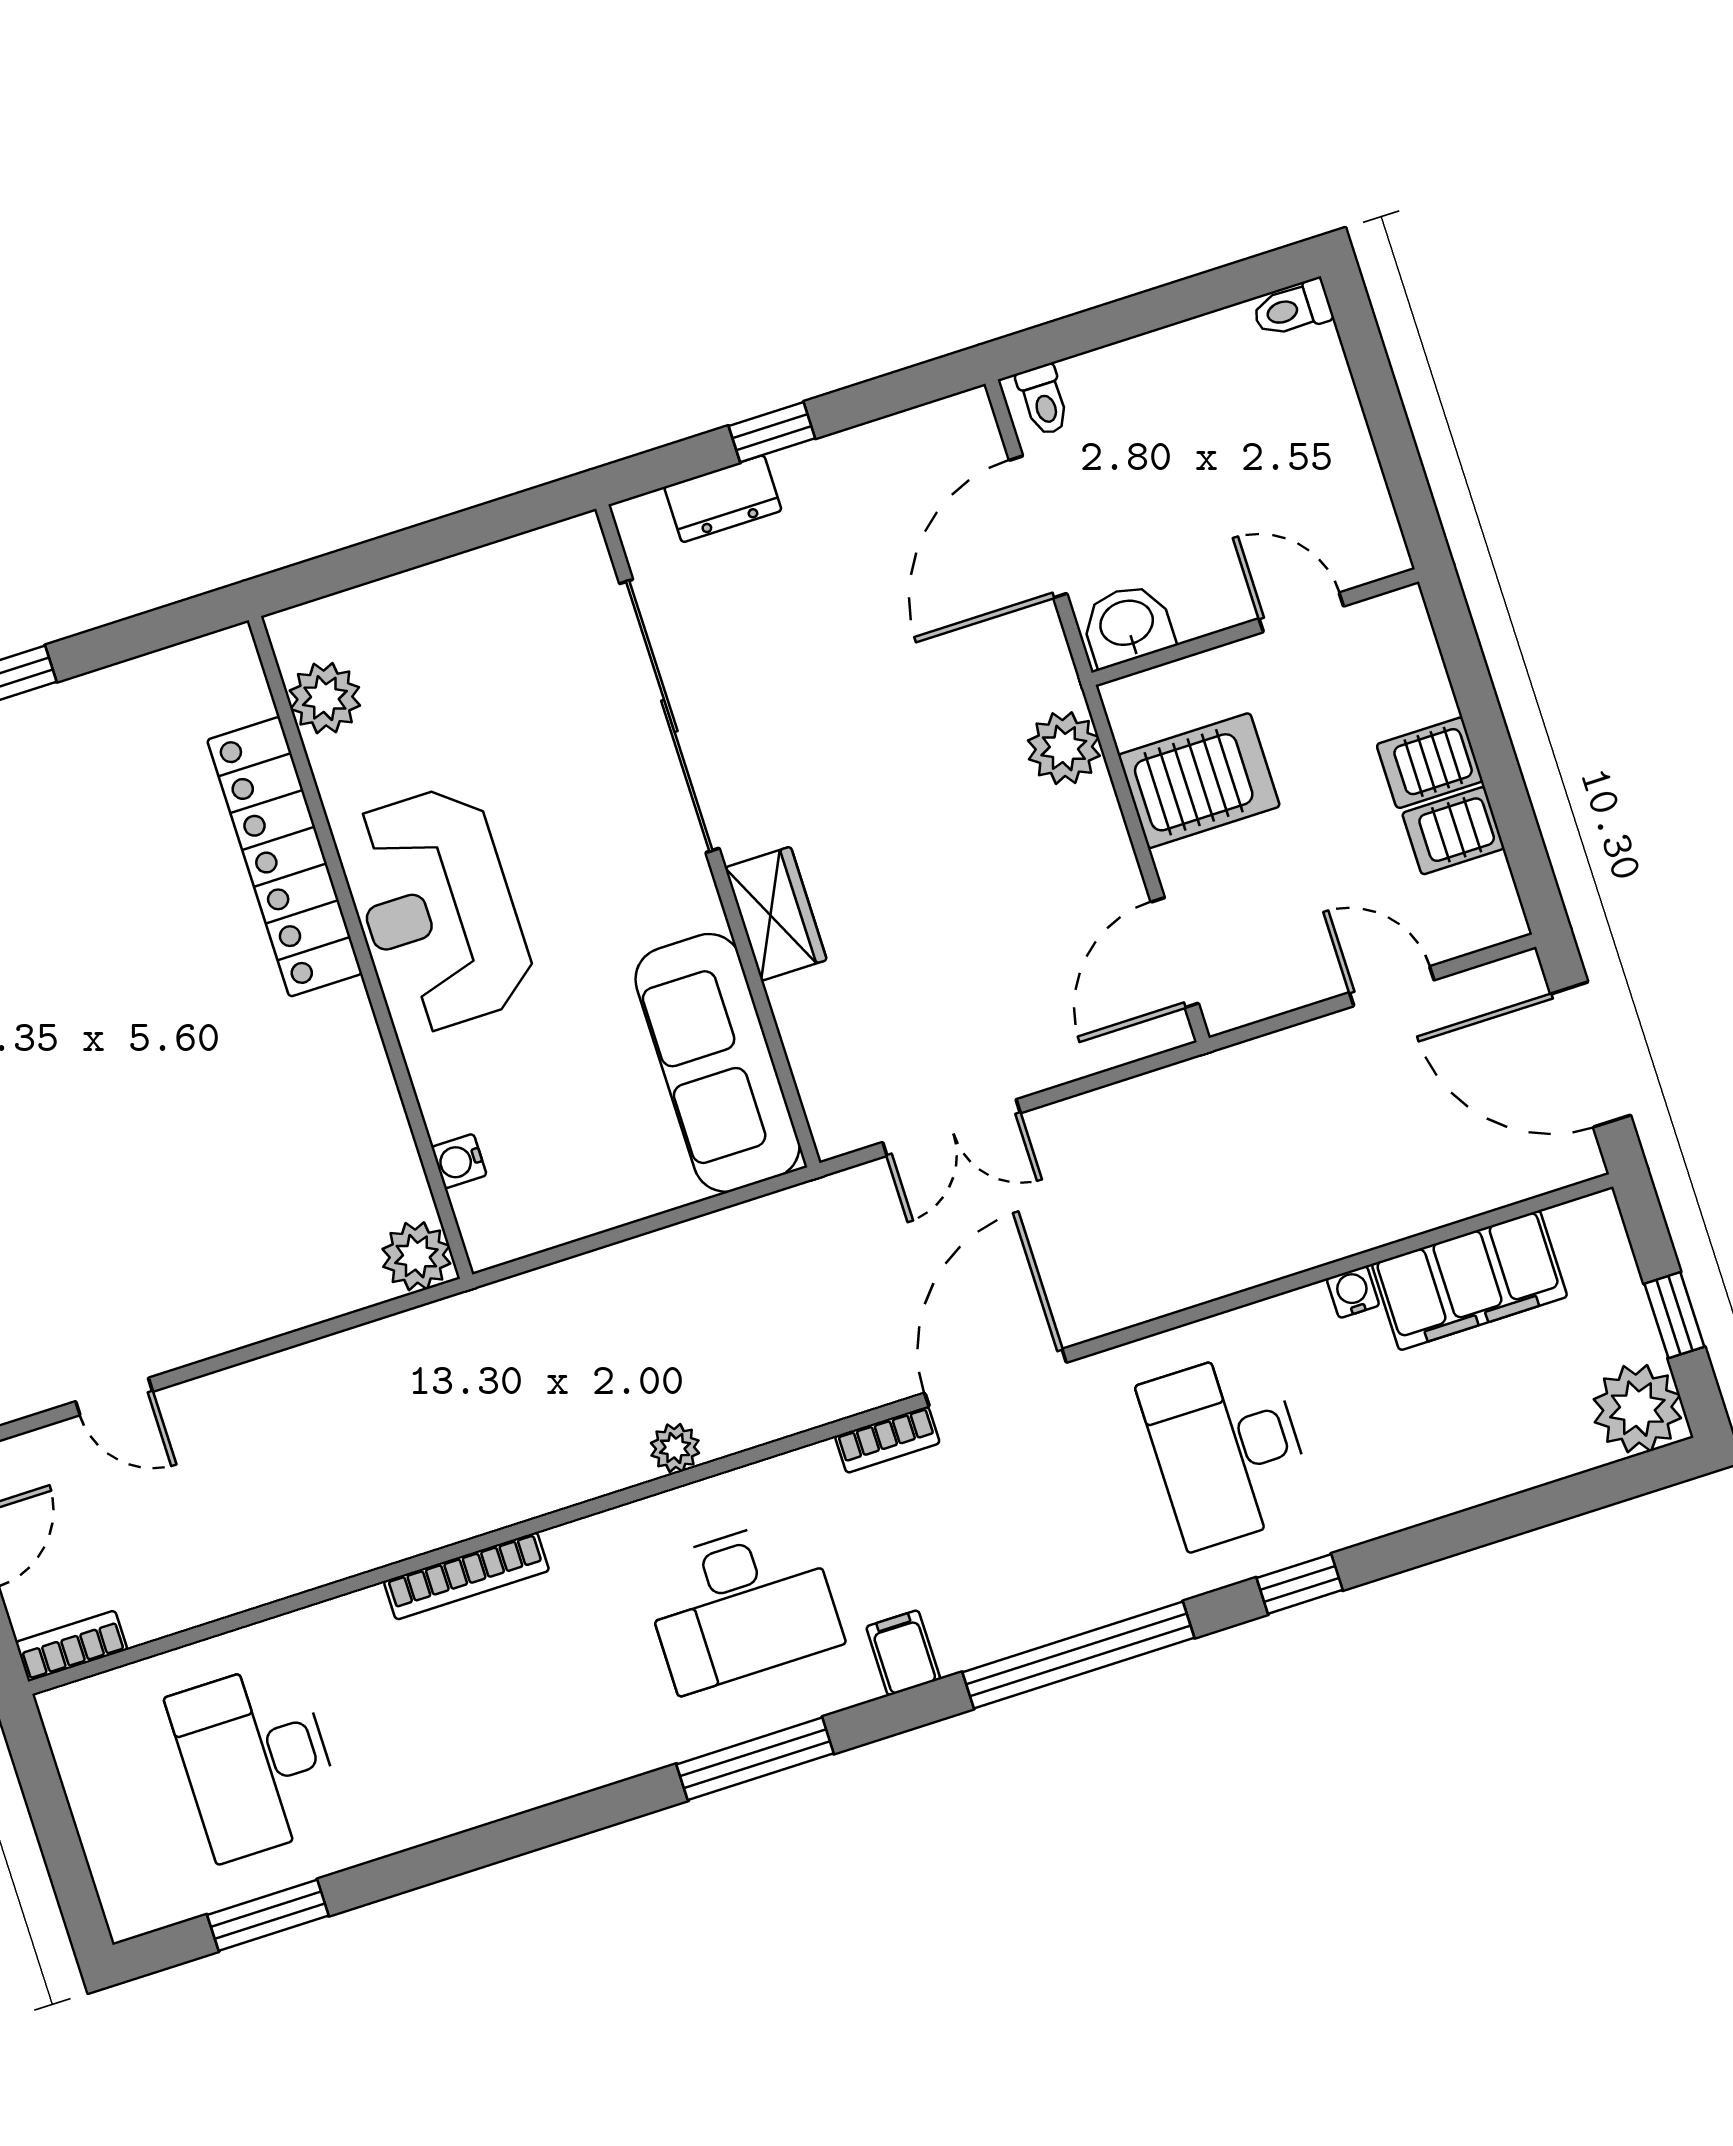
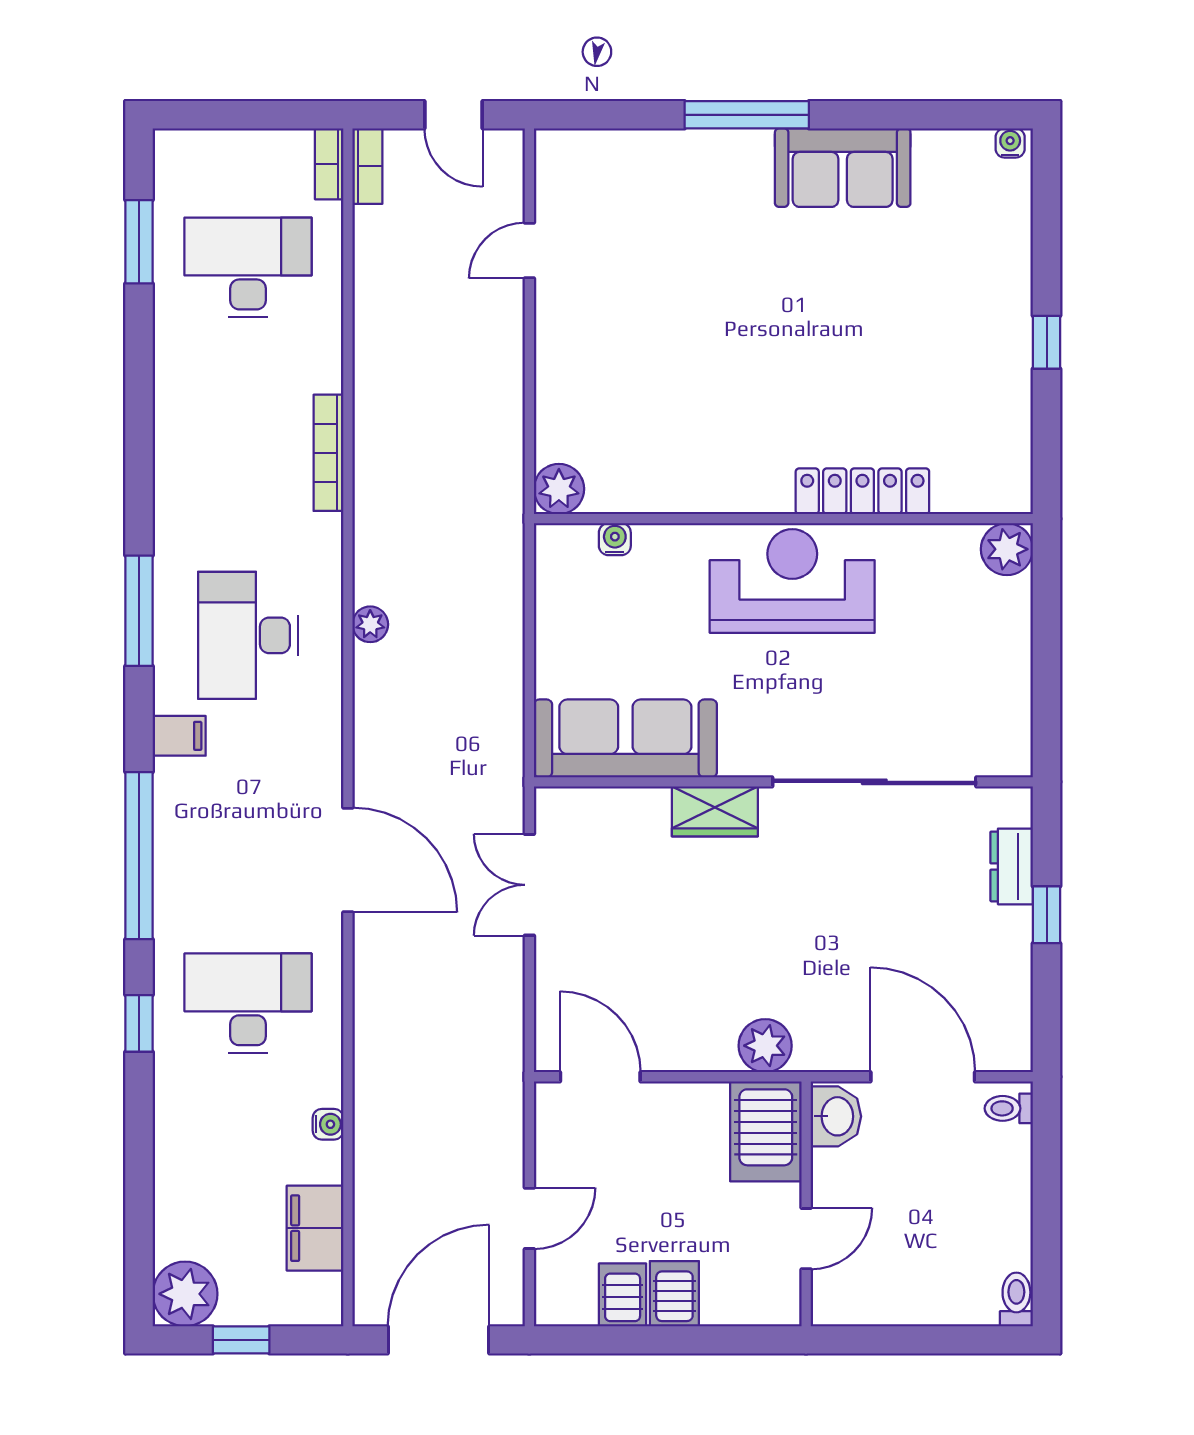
plant: (325, 698) -> (1007, 549), moved
server rack: (1199, 781) -> (766, 1131), moved
locker: (285, 857) -> (862, 491), width x0.71, depth x0.83
filing cabinet: (1470, 1280) -> (315, 1228), width x0.67, depth x0.86
bookcase: (887, 1440) -> (329, 164), moved

